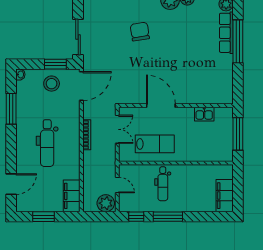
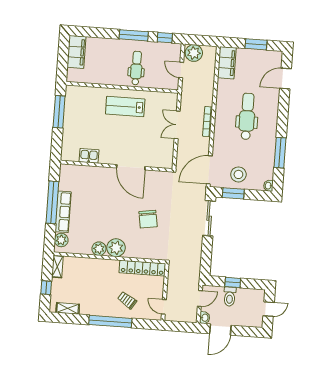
door: (161, 106) -> (131, 167), moved
wall: (176, 106) -> (116, 166), moved
kitchen sink: (204, 114) -> (89, 156), moved
lab bench: (155, 144) -> (125, 106), moved

